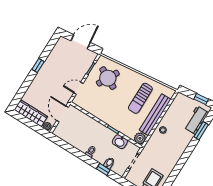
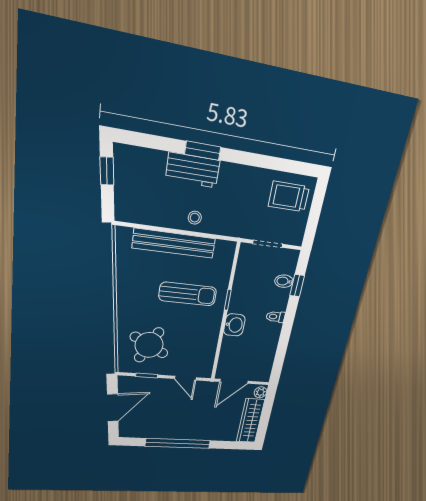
door: (81, 42) -> (113, 408), swing flipped
window: (38, 66) -> (178, 443), width x3.17
sun lounger: (140, 98) -> (188, 294), moved
workbench: (196, 120) -> (193, 170), moved
window: (201, 131) -> (203, 151), moved
plant: (140, 138) -> (225, 251), removed
washbasin: (120, 142) -> (234, 325), moved

